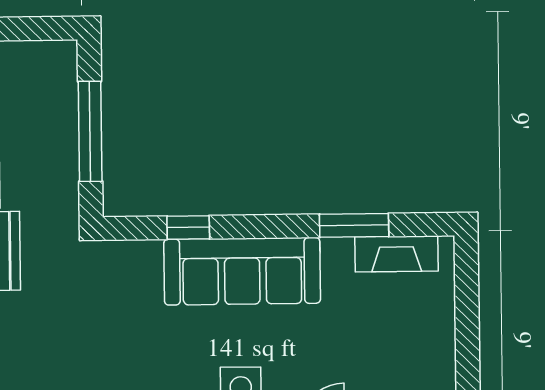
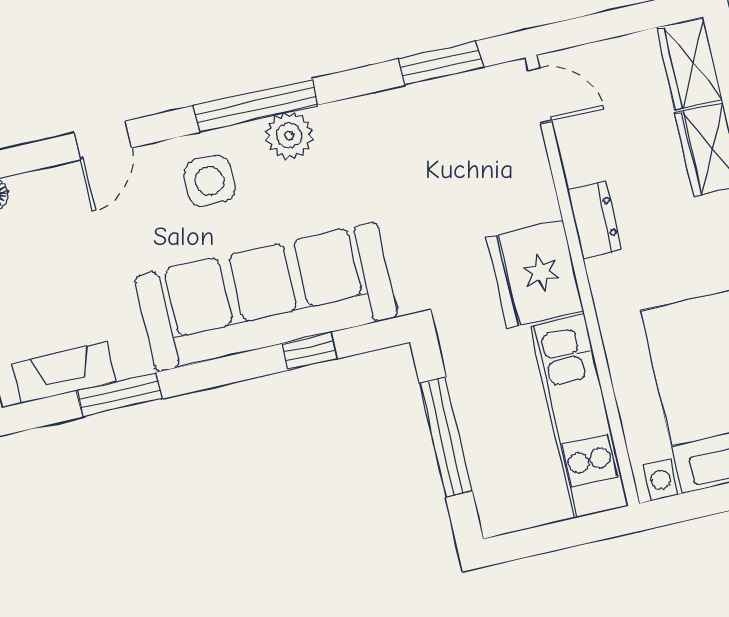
sofa: (242, 271) -> (266, 297), width x1.36, depth x1.27

